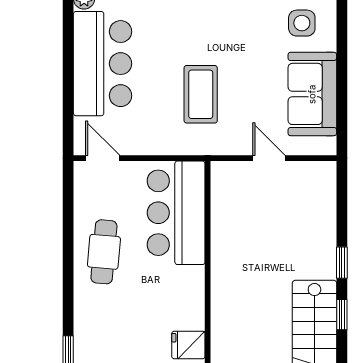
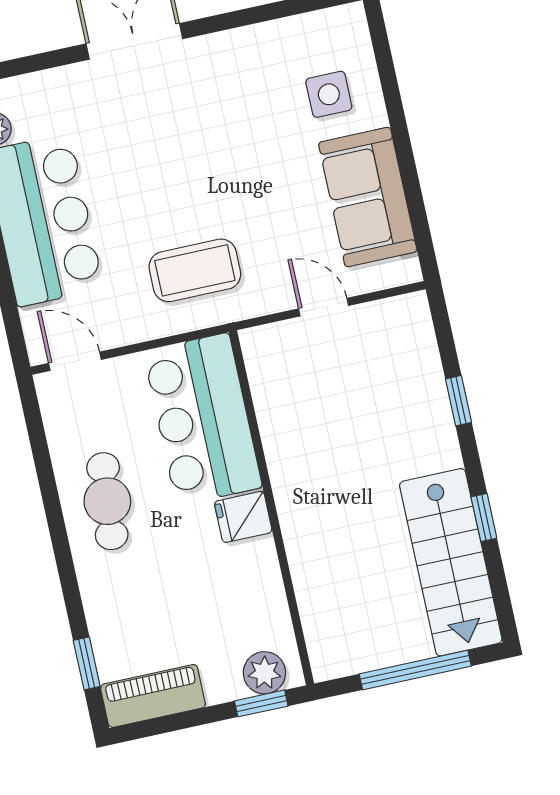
coffee table: (201, 94) -> (195, 270), moved, turned 90
window: (342, 263) -> (458, 401), moved
fridge: (188, 345) -> (243, 517), moved

